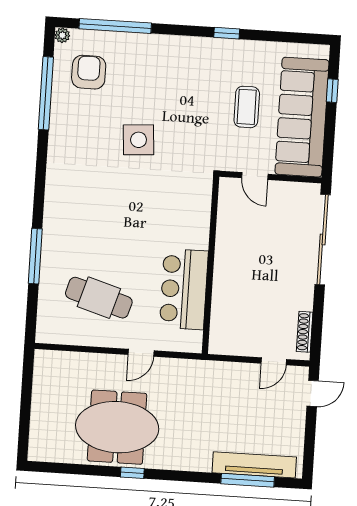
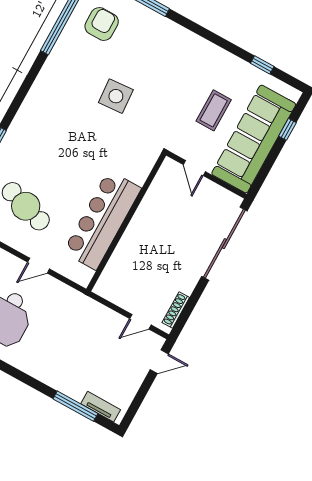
window: (227, 33) -> (262, 65), moved
bar counter: (184, 289) -> (102, 220), width x1.36
tv unit: (254, 465) -> (101, 407), width x0.52, depth x0.78

